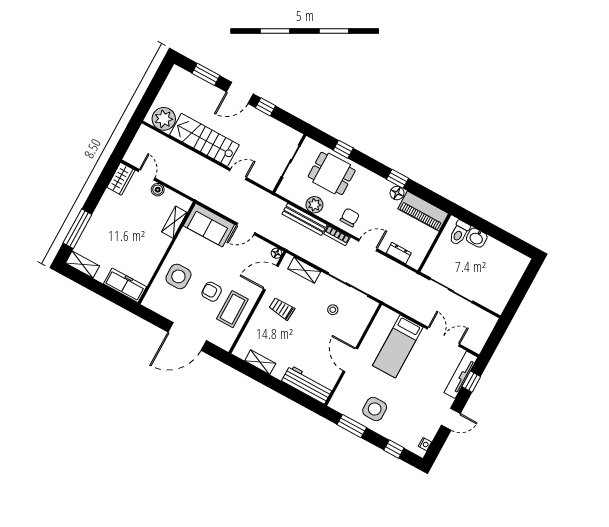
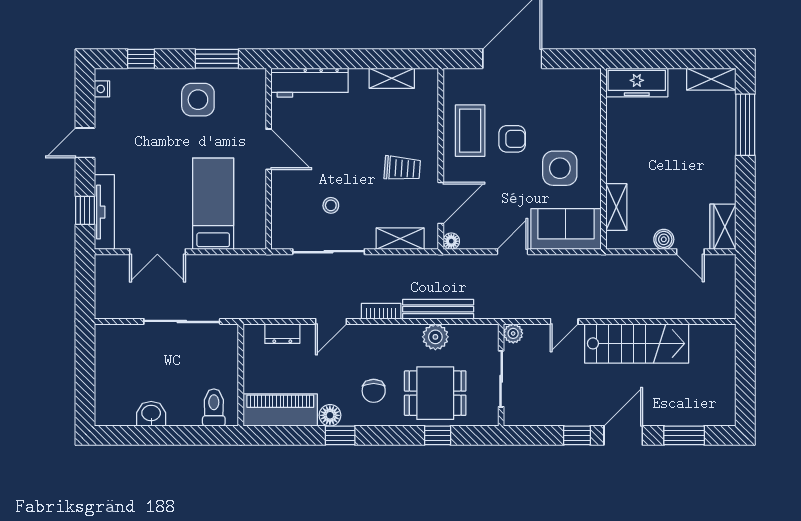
plant: (164, 119) -> (513, 333), moved, width x0.53, depth x0.53
chair: (350, 217) -> (374, 391), moved
washbasin: (477, 238) -> (151, 414), moved
side table: (178, 276) -> (560, 168), moved

